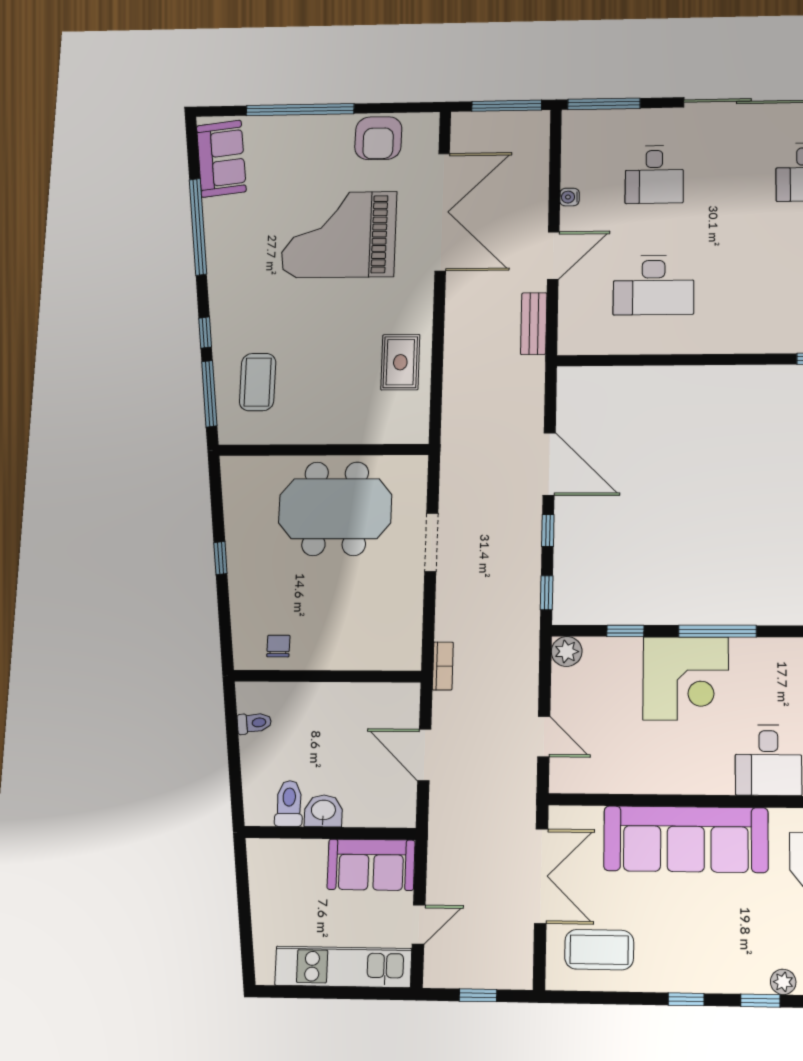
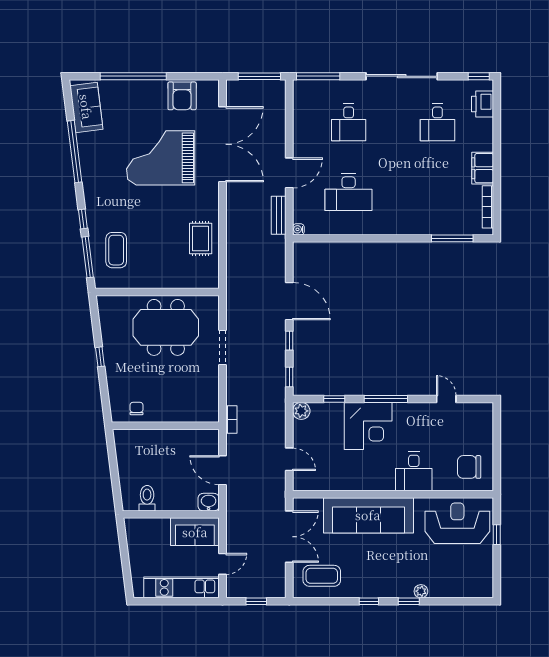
water cooler: (570, 197) -> (298, 229), moved
toilet: (254, 723) -> (125, 453), removed
washbasin: (323, 811) -> (209, 502), moved

